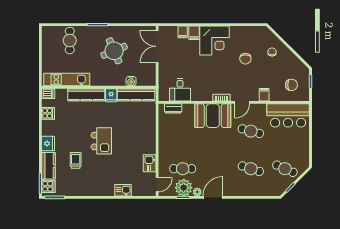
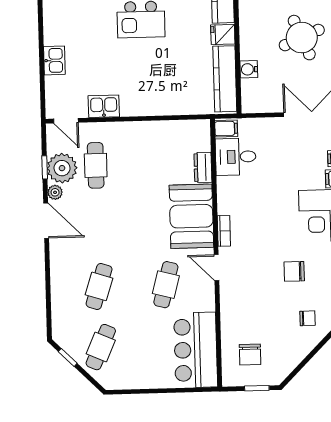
filing cabinet: (264, 95) -> (226, 129), moved
dresser: (173, 108) -> (203, 167), moved

